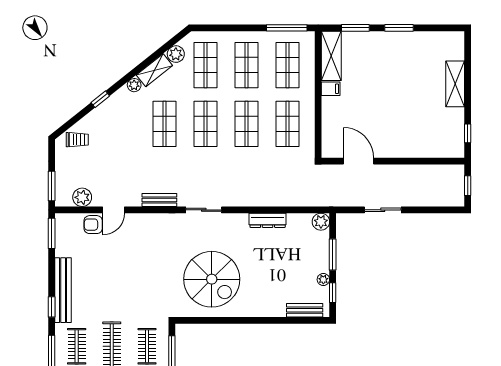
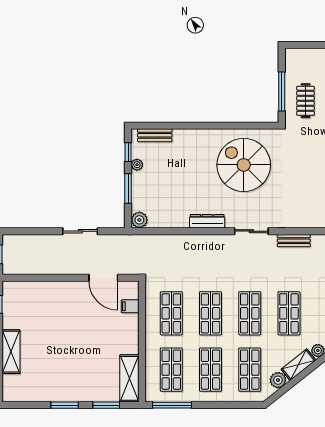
filing cabinet: (331, 89) -> (130, 306), moved
dresser: (268, 220) -> (207, 221), moved

